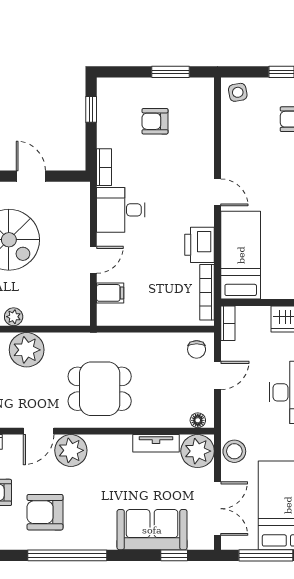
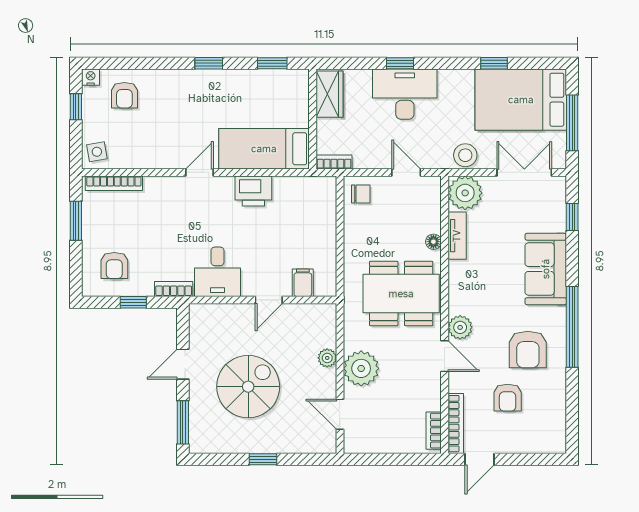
window: (91, 109) -> (133, 302), moved
armchair: (155, 121) -> (114, 266), moved
door: (93, 260) -> (269, 300), swing flipped
bookcase: (207, 292) -> (114, 183), moved
plant: (14, 317) -> (327, 358), moved
door: (218, 375) -> (406, 172), moved
dining table: (100, 389) -> (401, 294), width x1.38
floor lamp: (198, 420) -> (433, 242), moved
plant: (71, 450) -> (460, 327), width x0.73, depth x0.73
sofa: (152, 530) -> (546, 269), moved

